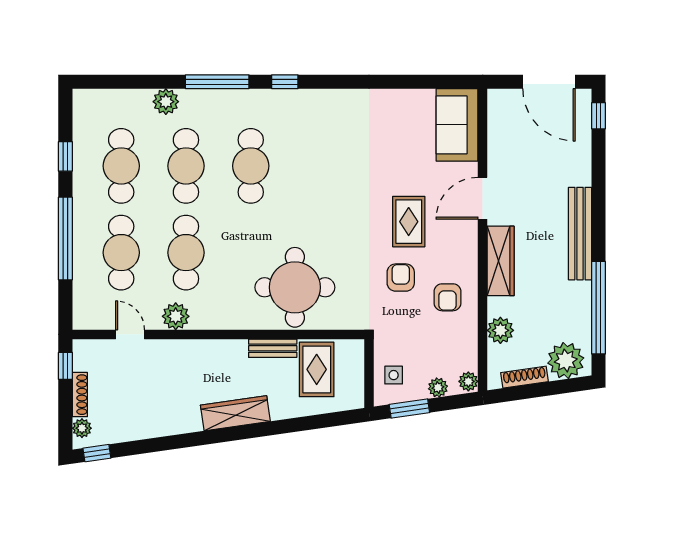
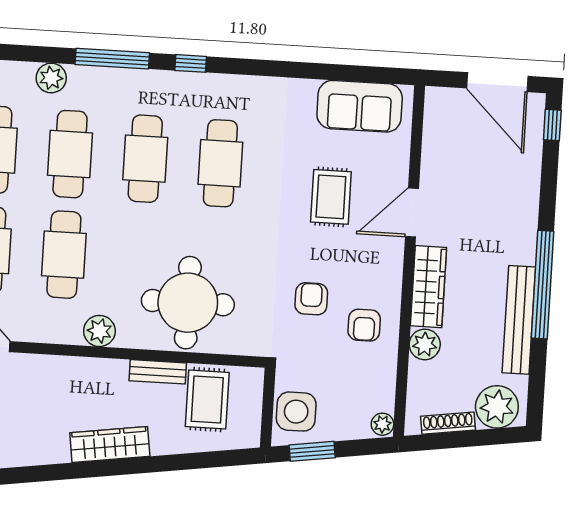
sofa: (457, 125) -> (360, 106), moved, turned -90
cafe table: (316, 166) -> (220, 163), added
rug: (409, 222) -> (331, 197), moved
bench: (580, 234) -> (519, 320), moved
window: (598, 308) -> (543, 285), moved
plant: (176, 316) -> (99, 331), moved
plant: (500, 330) -> (425, 344), moved
side table: (394, 375) -> (296, 412), width x1.87, depth x1.87
plant: (438, 387) -> (347, 429), removed

